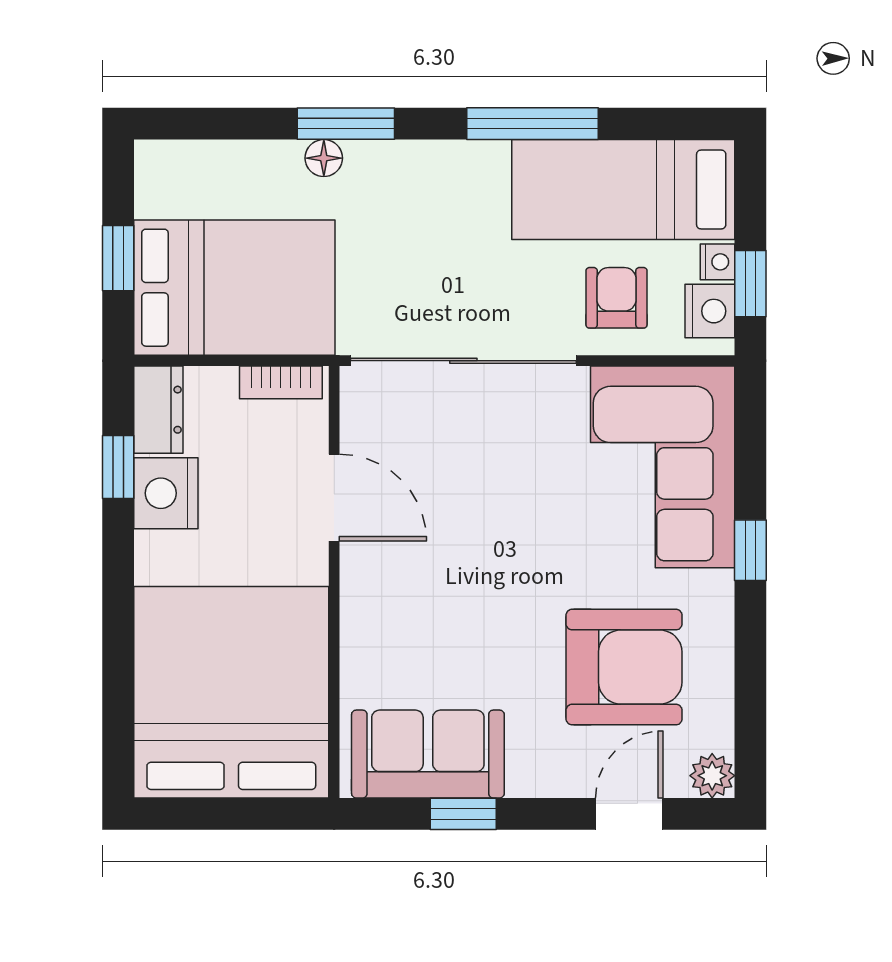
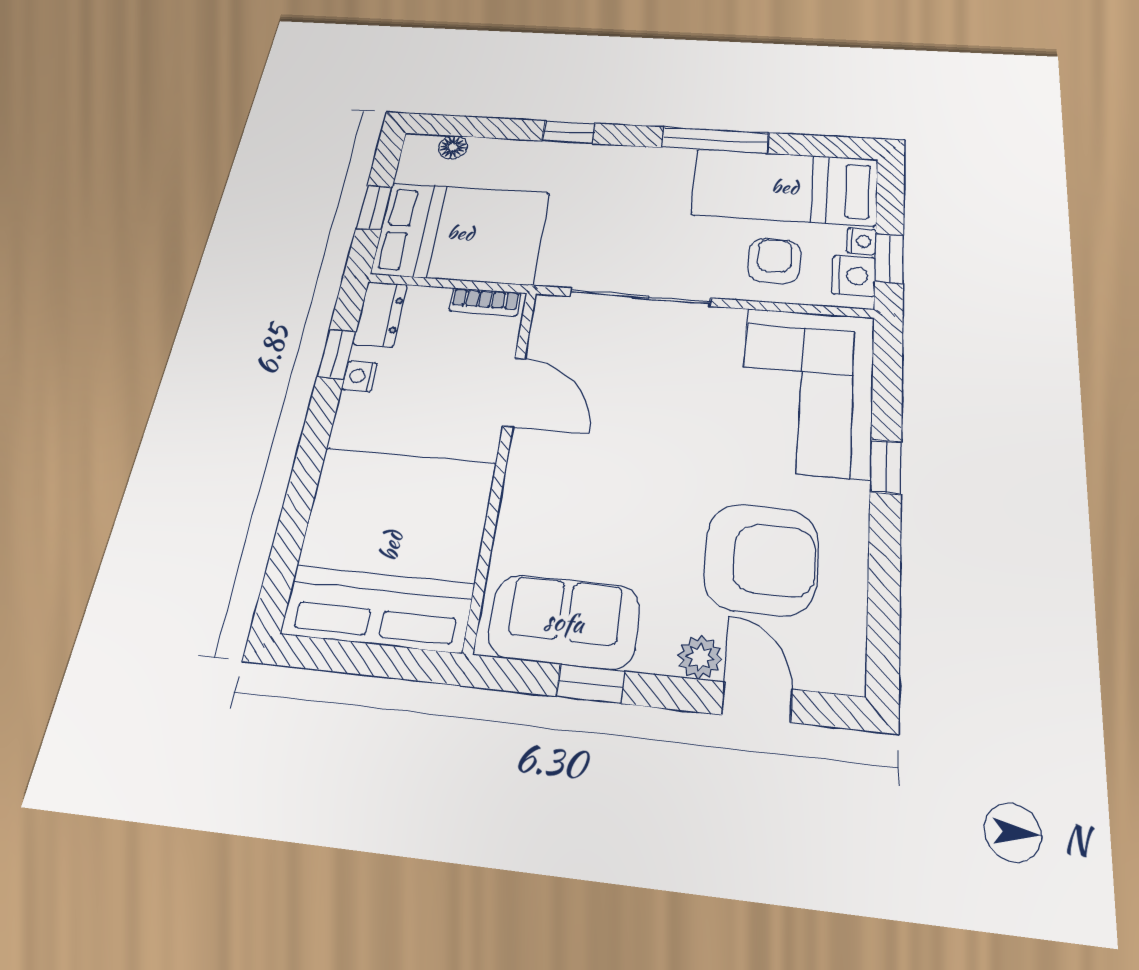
window: (346, 124) -> (569, 132), width x0.67
floor lamp: (324, 158) -> (453, 147), moved
sliding door: (463, 361) -> (640, 297), width x0.73
nightstand: (166, 493) -> (360, 376), width x0.53, depth x0.56
plant: (712, 776) -> (700, 657), moved
door: (629, 814) -> (757, 702), hinge flipped

